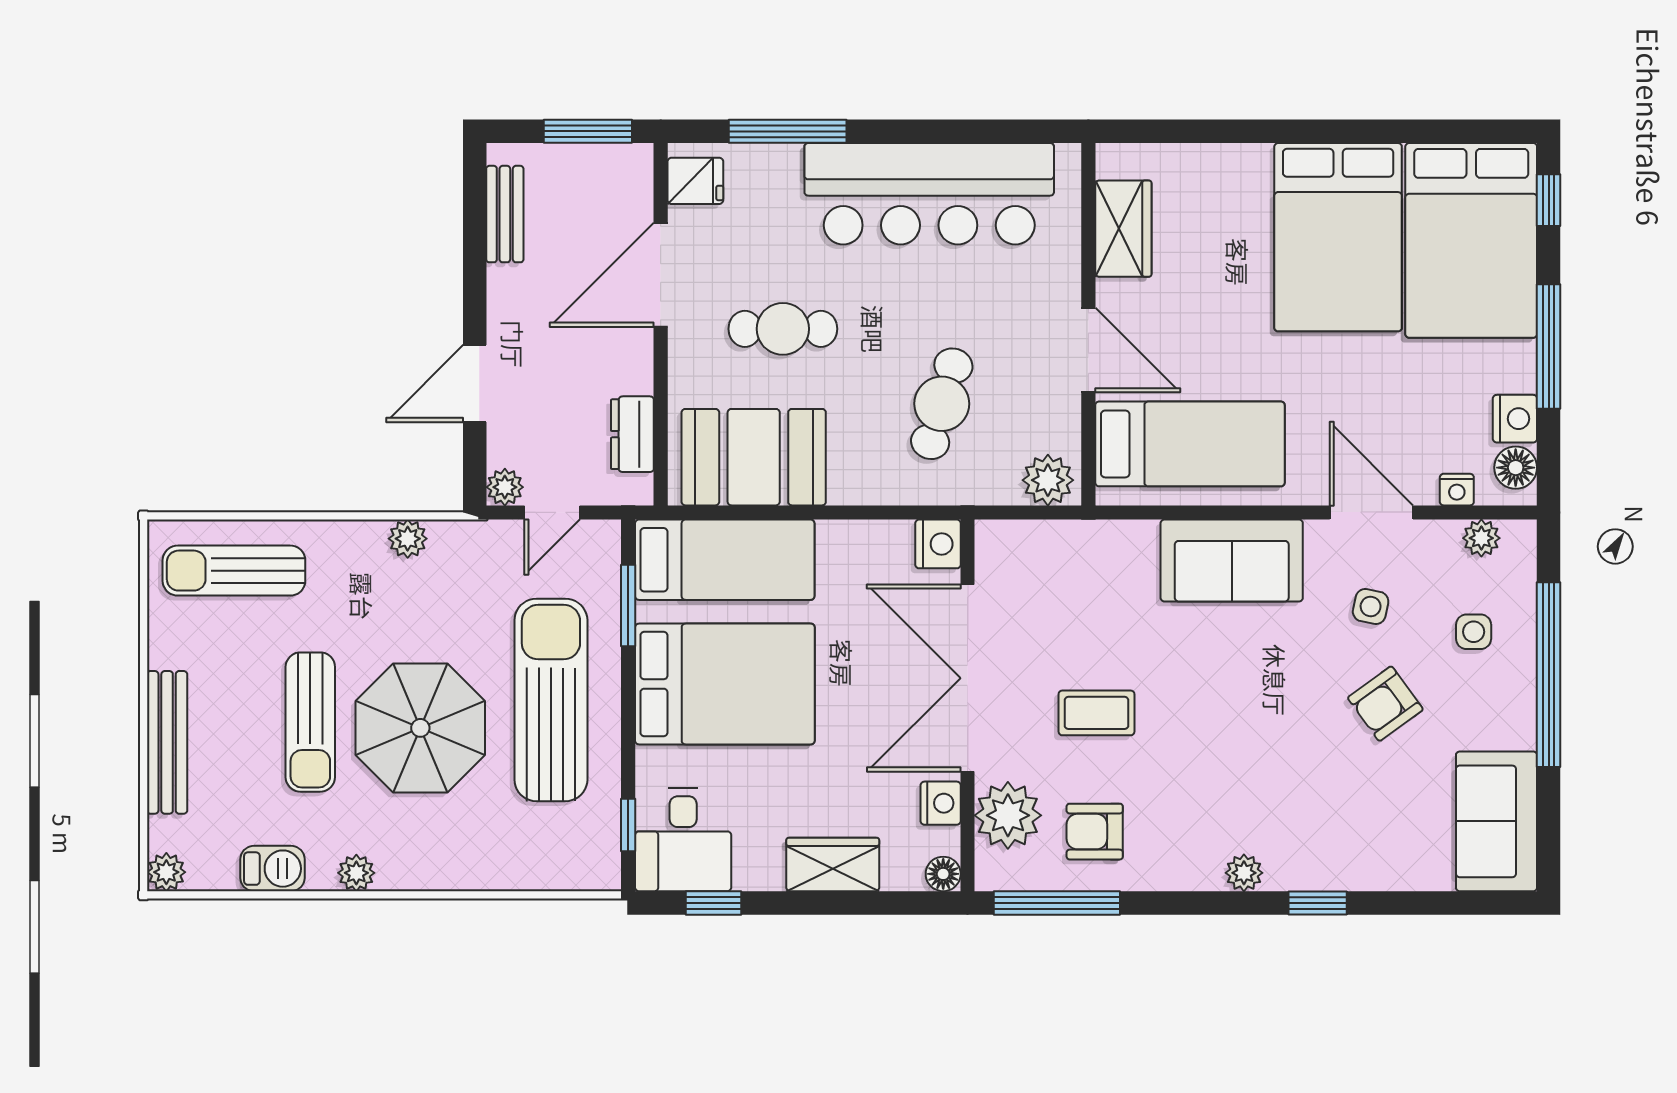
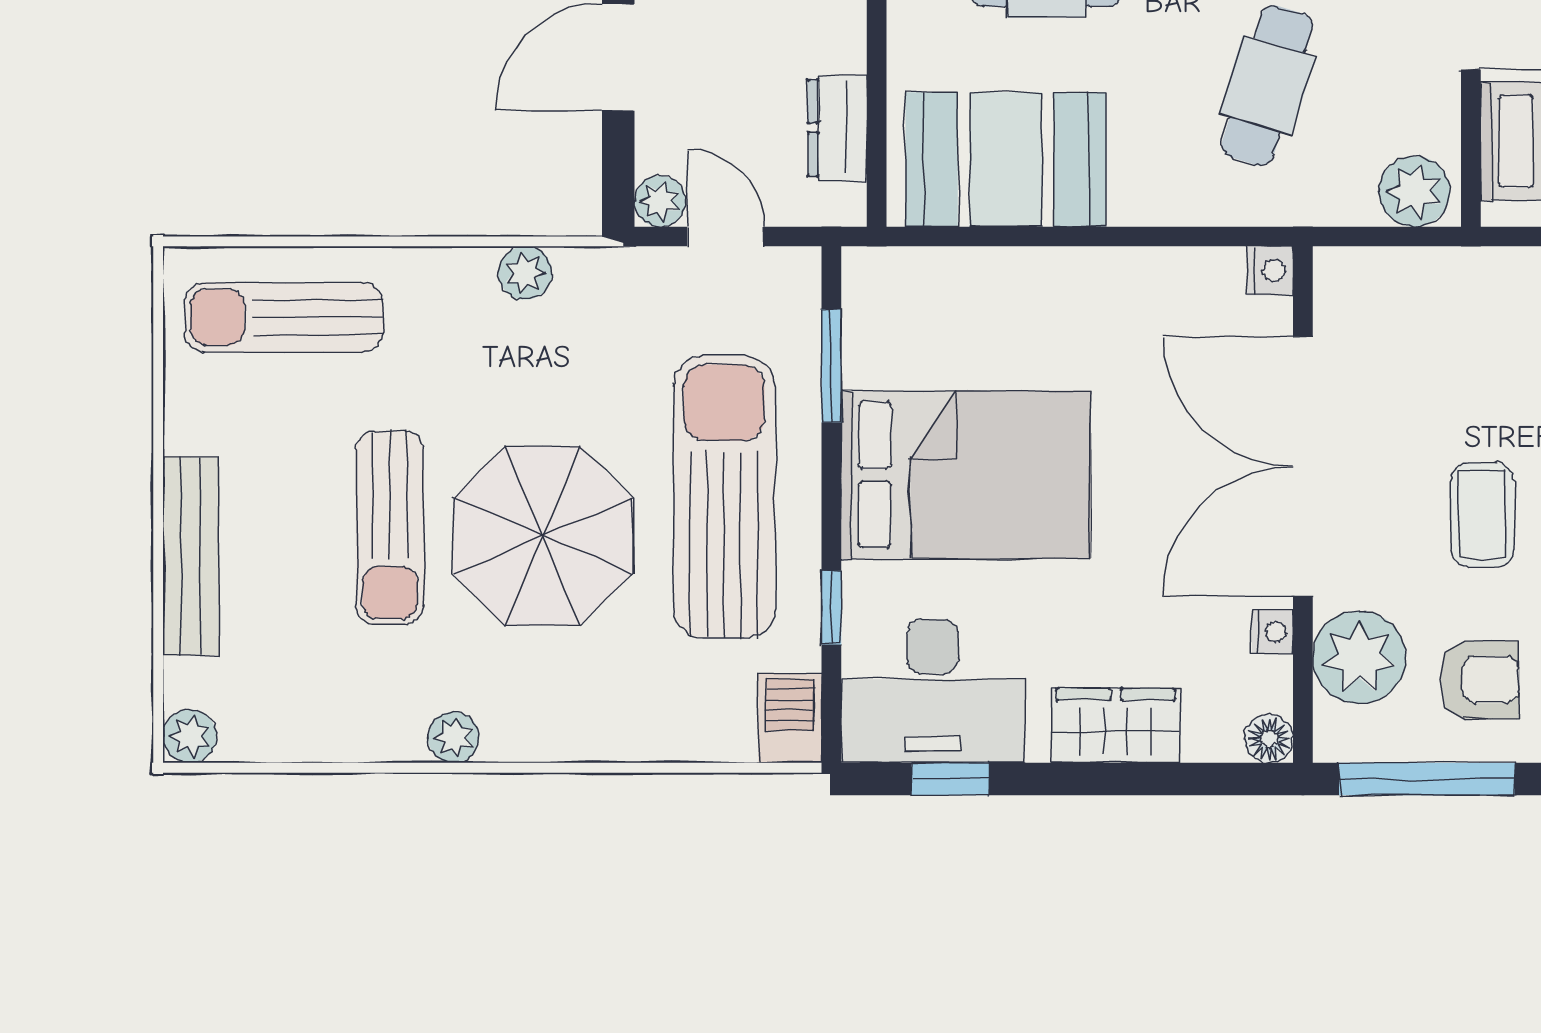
door: (552, 512) -> (726, 237), swing flipped
nightstand: (938, 544) -> (1270, 271), width x0.72, depth x0.74
bed: (725, 560) -> (966, 302), removed
coffee table: (1096, 713) -> (1482, 515), turned 90
nightstand: (941, 803) -> (1273, 632), width x0.72, depth x0.74
window: (628, 825) -> (831, 608), moved
armchair: (1095, 832) -> (1480, 680), turned 180
desk: (683, 840) -> (933, 691), width x1.37
barbecue: (272, 869) -> (790, 718), moved, turned -90

